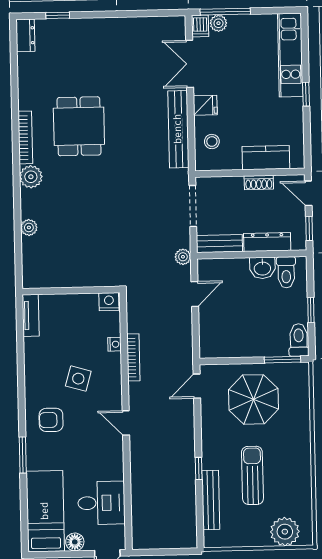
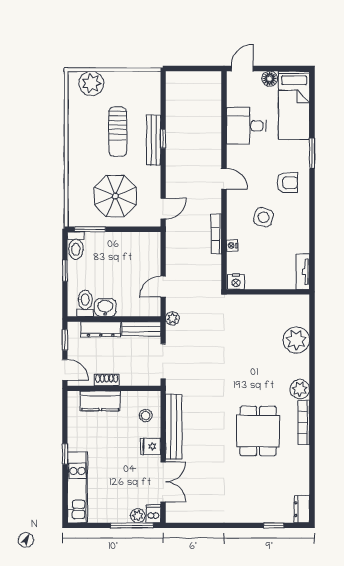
plant: (29, 227) -> (296, 340), width x1.88, depth x1.88
bench: (211, 500) -> (154, 140), moved
desk: (101, 503) -> (246, 126), moved

